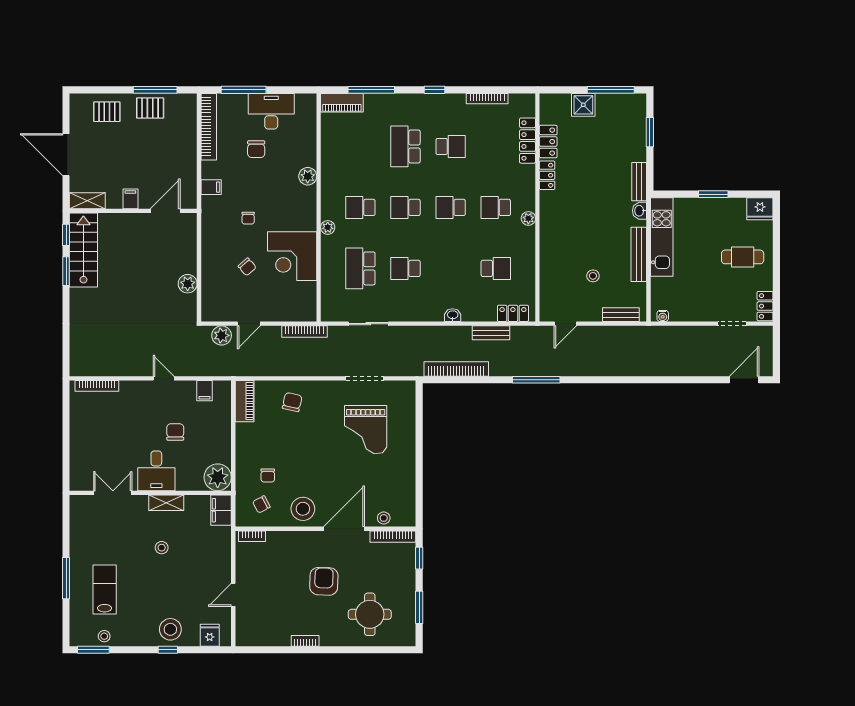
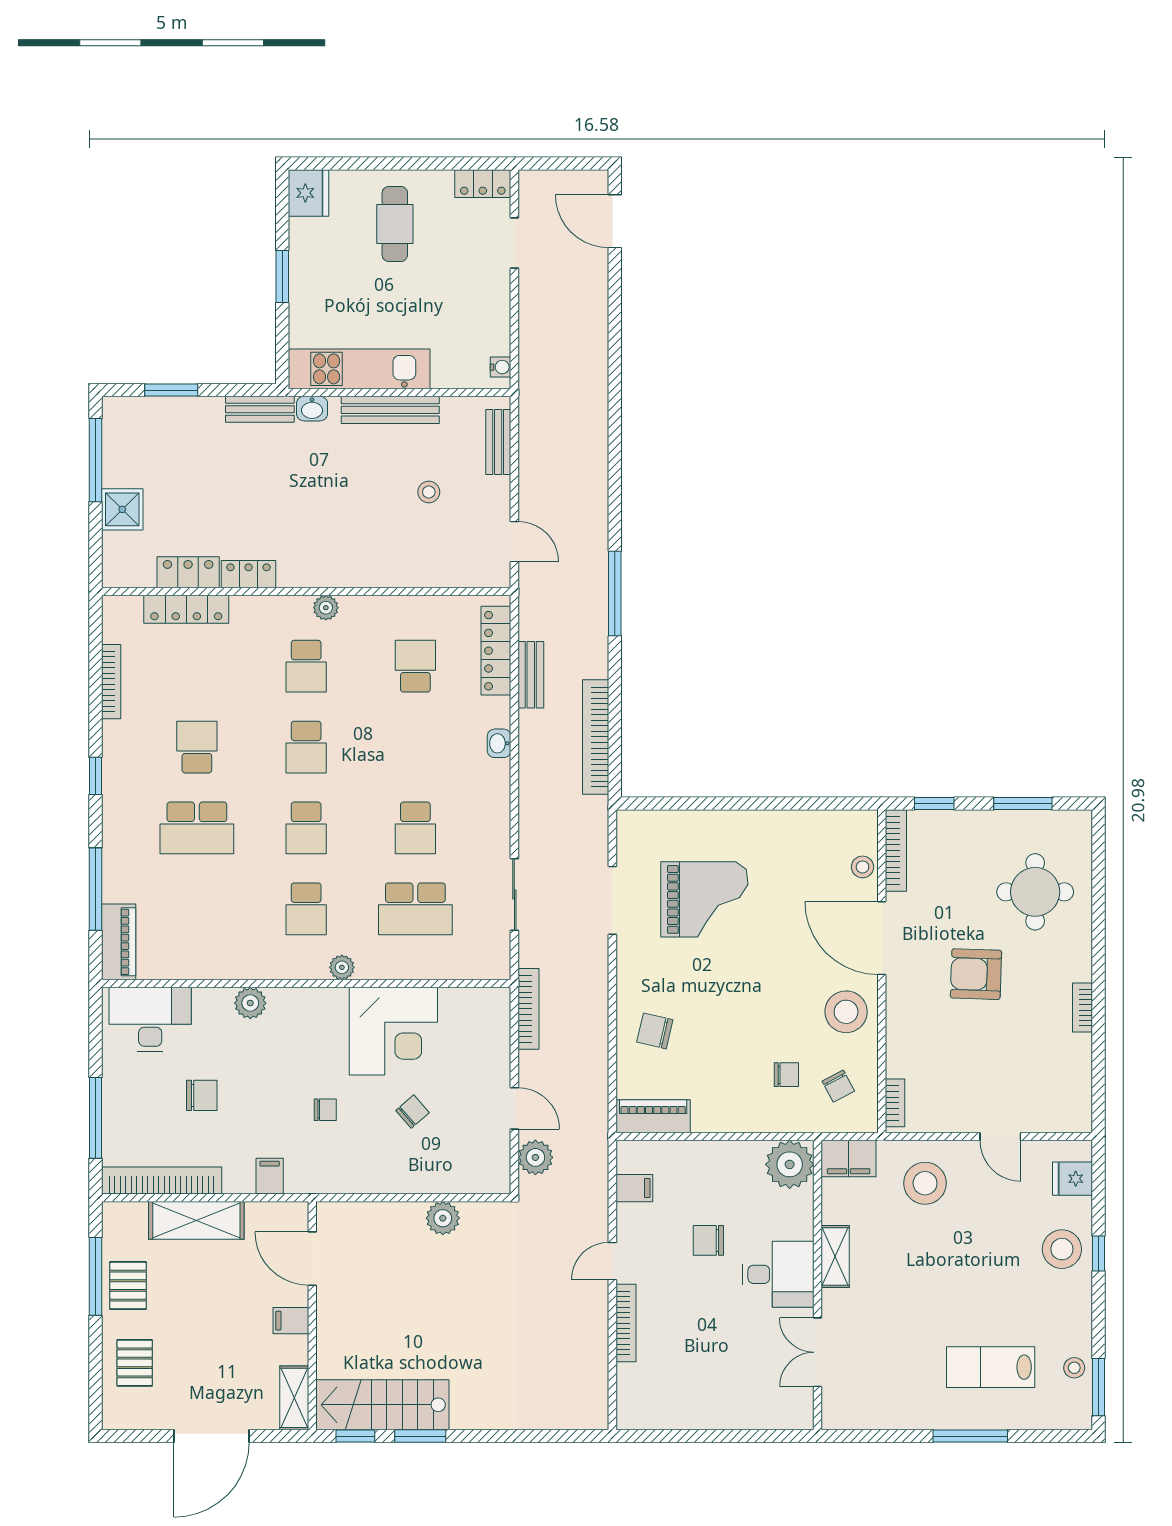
desk: (271, 111) -> (150, 1019), moved, turned 90
shelving: (186, 146) -> (196, 1220), added
locker: (513, 313) -> (496, 651), width x1.53
bookcase: (97, 386) -> (626, 1323), moved
stool: (162, 548) -> (925, 1183), moved, width x1.89, depth x1.89

